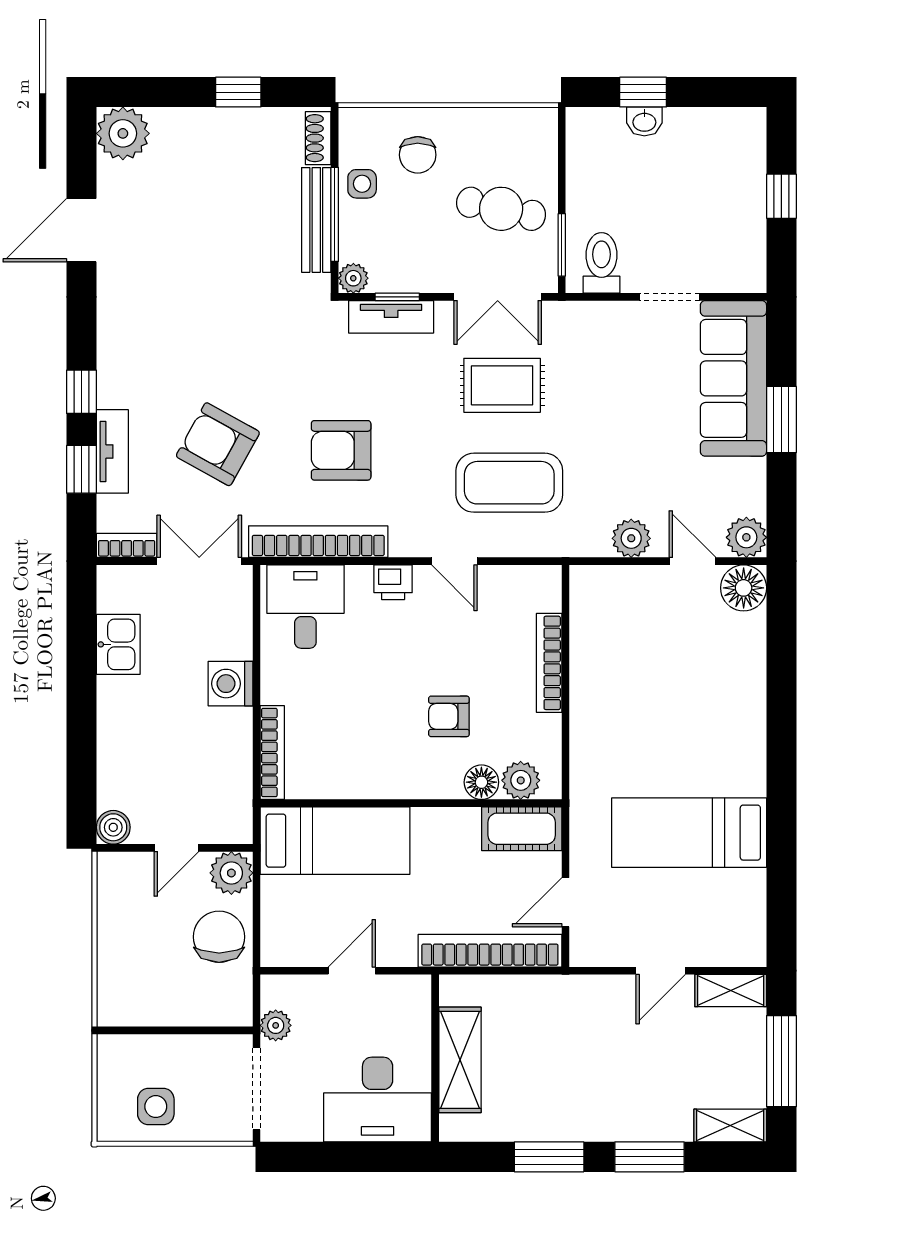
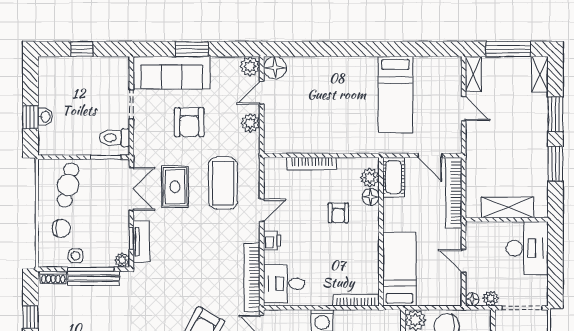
cafe table: (501, 209) -> (68, 185), moved
armchair: (341, 450) -> (189, 122), moved
floor lamp: (274, 988) -> (472, 299), added

